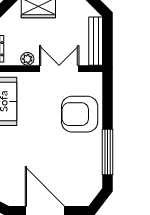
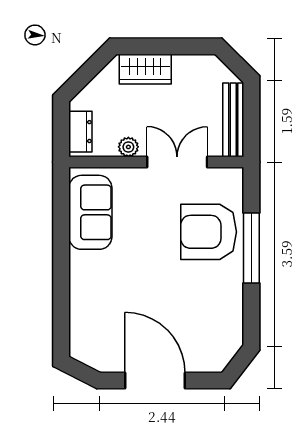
window: (108, 152) -> (251, 248), moved

